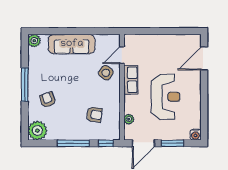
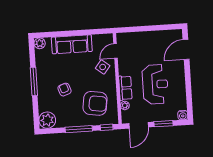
row of seats: (131, 80) -> (125, 88), moved
armchair: (48, 100) -> (65, 90), moved
armchair: (94, 115) -> (95, 103), width x1.88, depth x1.88

